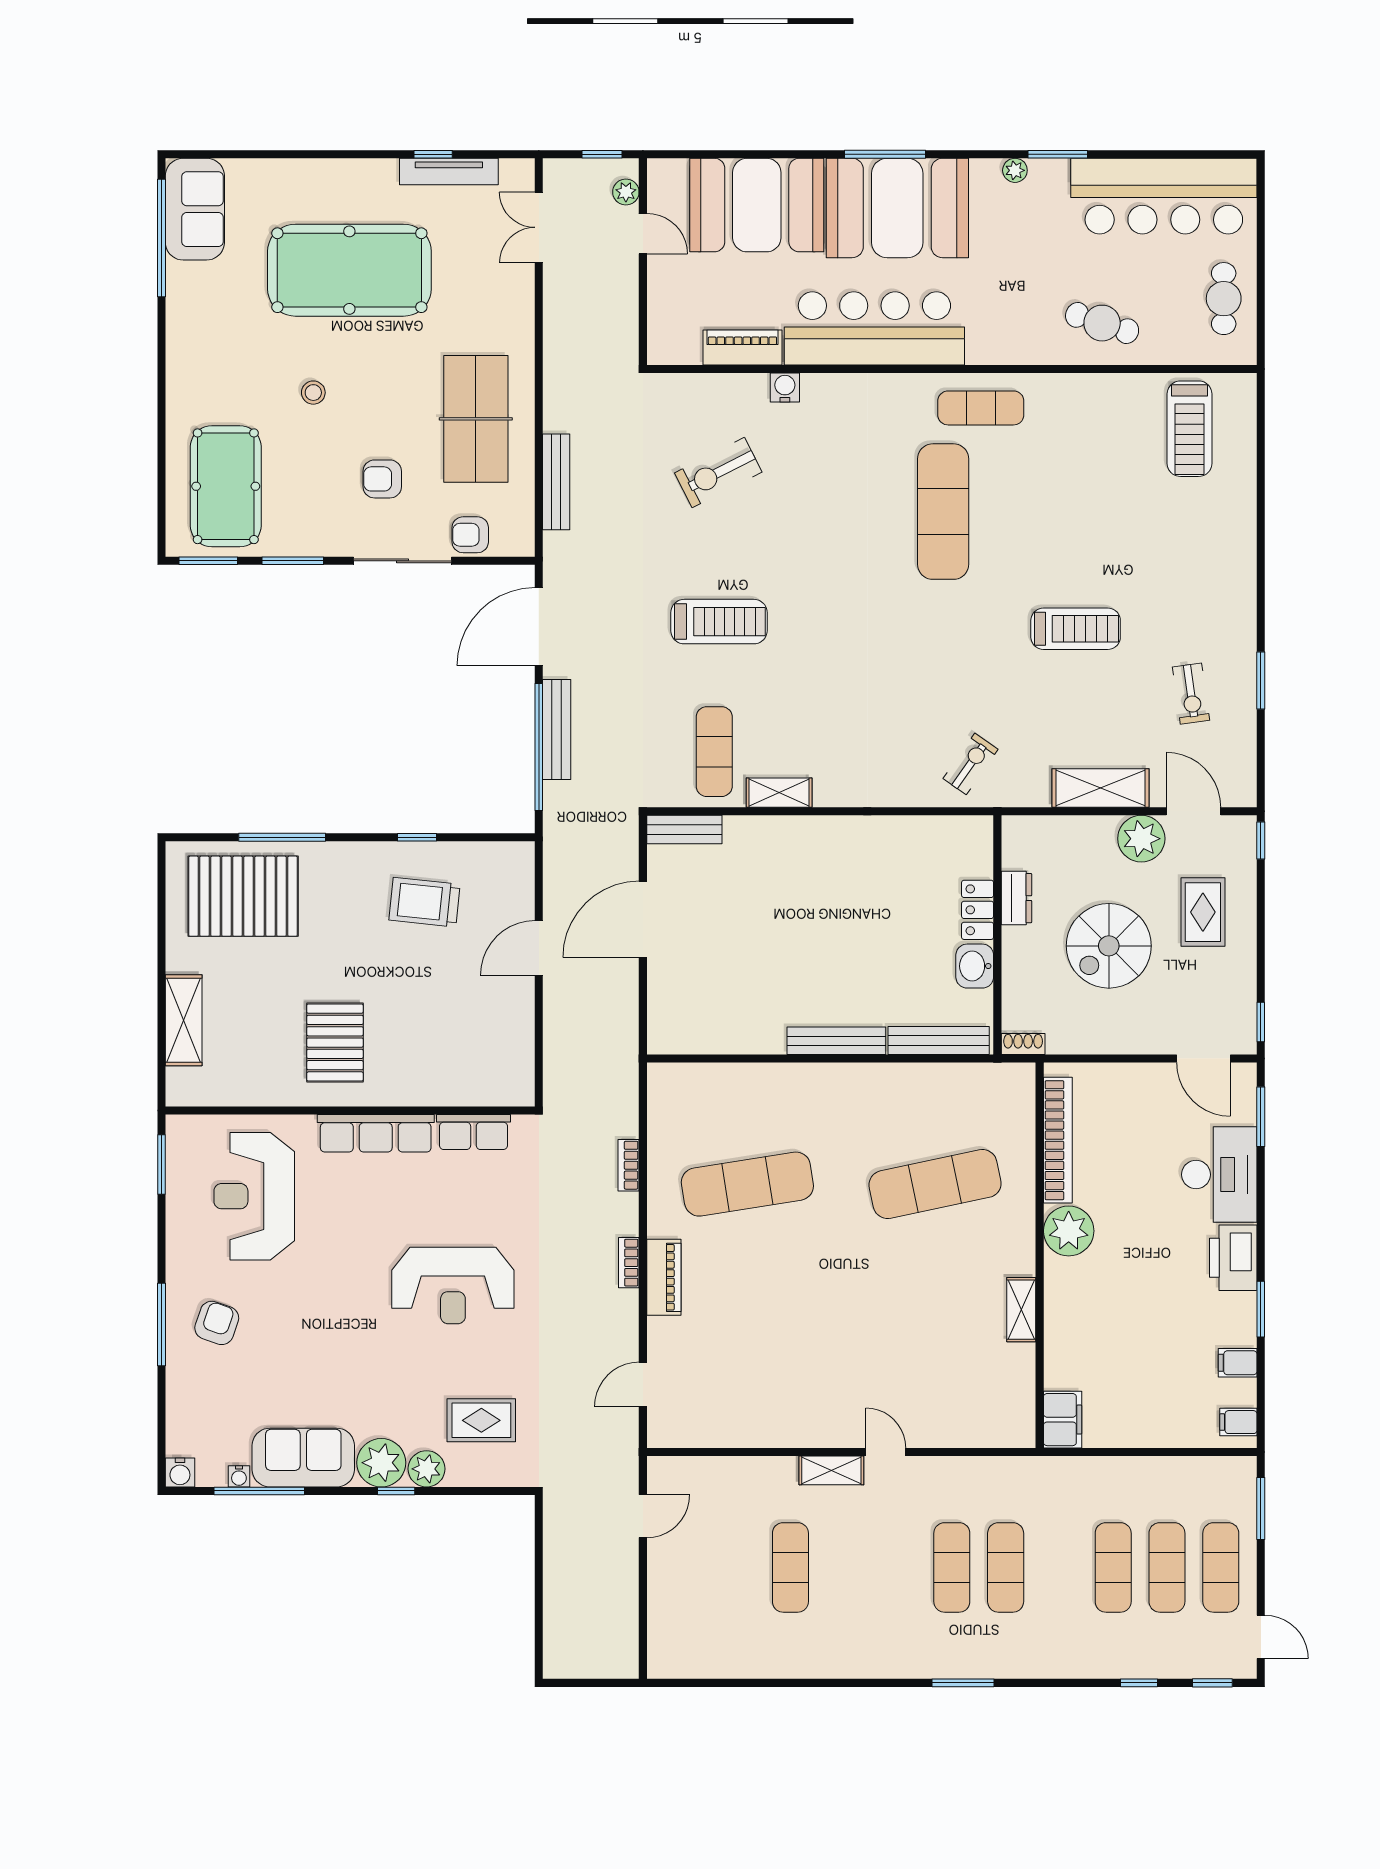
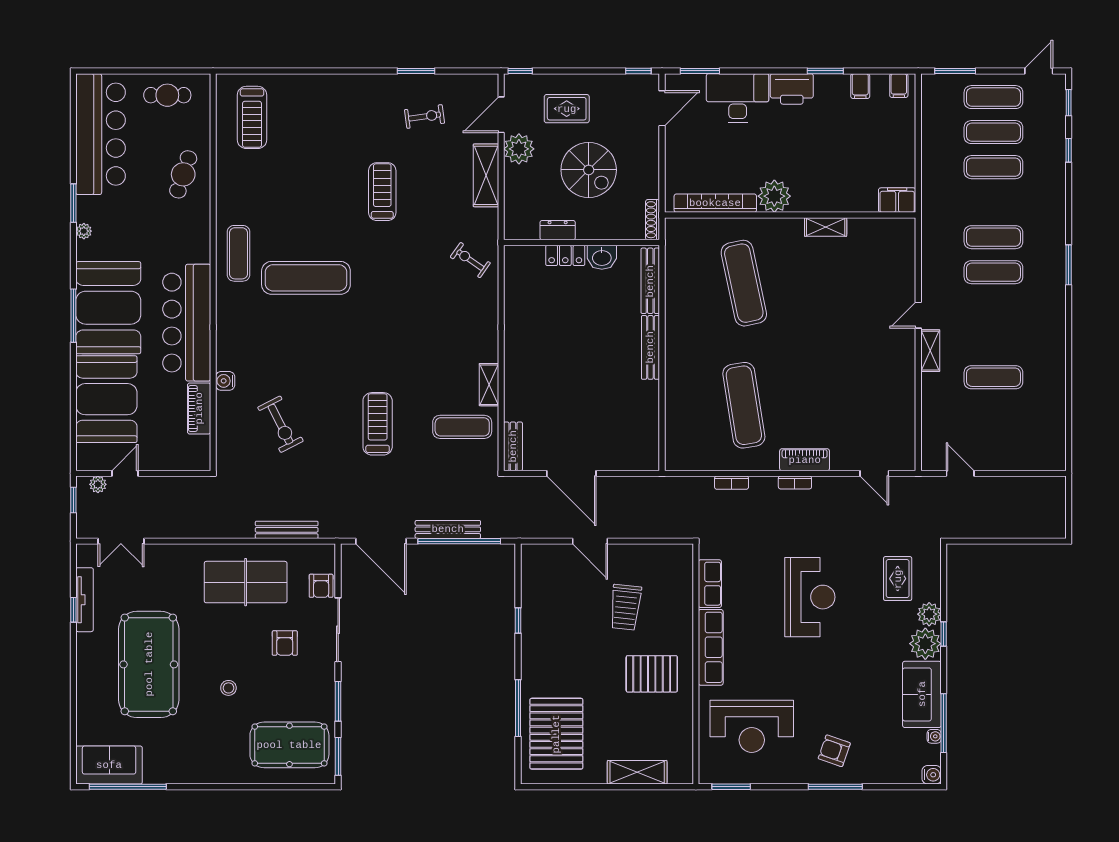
treadmill: (1190, 429) -> (252, 117), turned 90
trolley: (424, 902) -> (626, 607), moved
shoe rack: (1023, 1044) -> (653, 220), width x1.43

